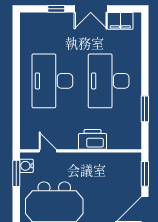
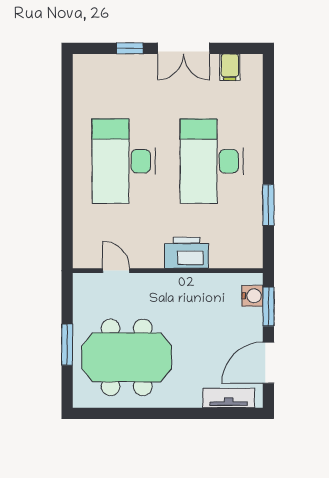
filing cabinet: (120, 21) -> (230, 67), width x0.50
water cooler: (26, 166) -> (252, 296), moved, turned 180
window: (16, 173) -> (67, 345), moved

